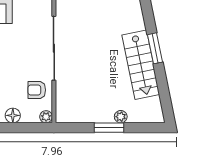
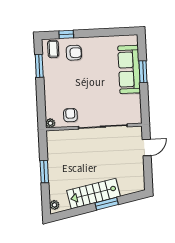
floor lamp: (13, 115) -> (50, 98), removed
plant: (121, 117) -> (54, 205), moved

